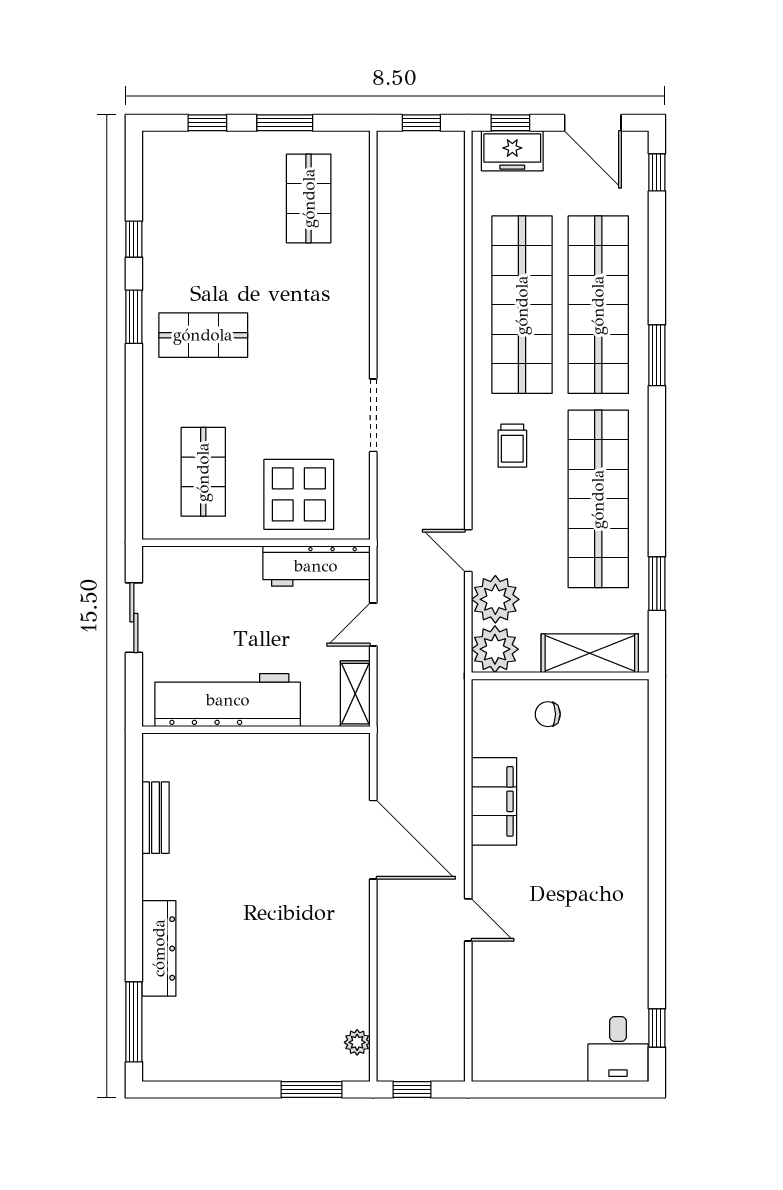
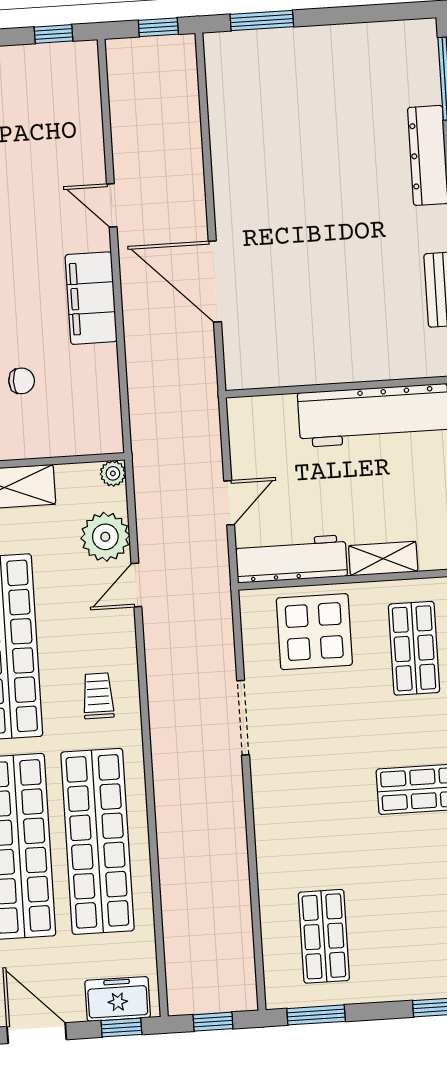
window: (285, 123) -> (316, 1015), moved
door: (468, 551) -> (136, 585), swing flipped
plant: (495, 649) -> (113, 473), width x0.53, depth x0.53
shelving: (355, 694) -> (383, 559), moved, turned 90
chair: (548, 714) -> (22, 381), moved
filing cabinet: (494, 801) -> (91, 298), moved
plant: (357, 1042) -> (218, 72), removed
window: (514, 1090) -> (53, 34), added

